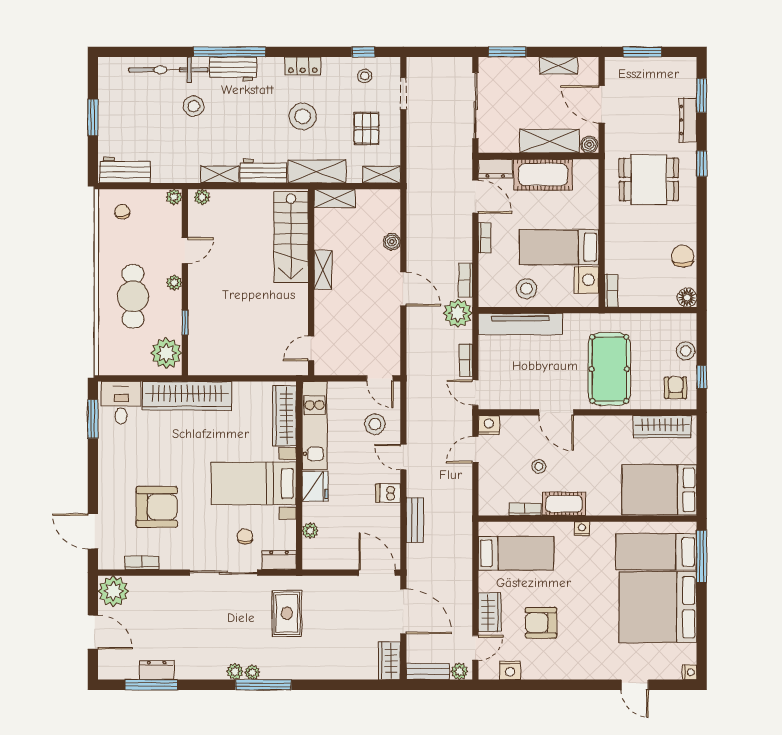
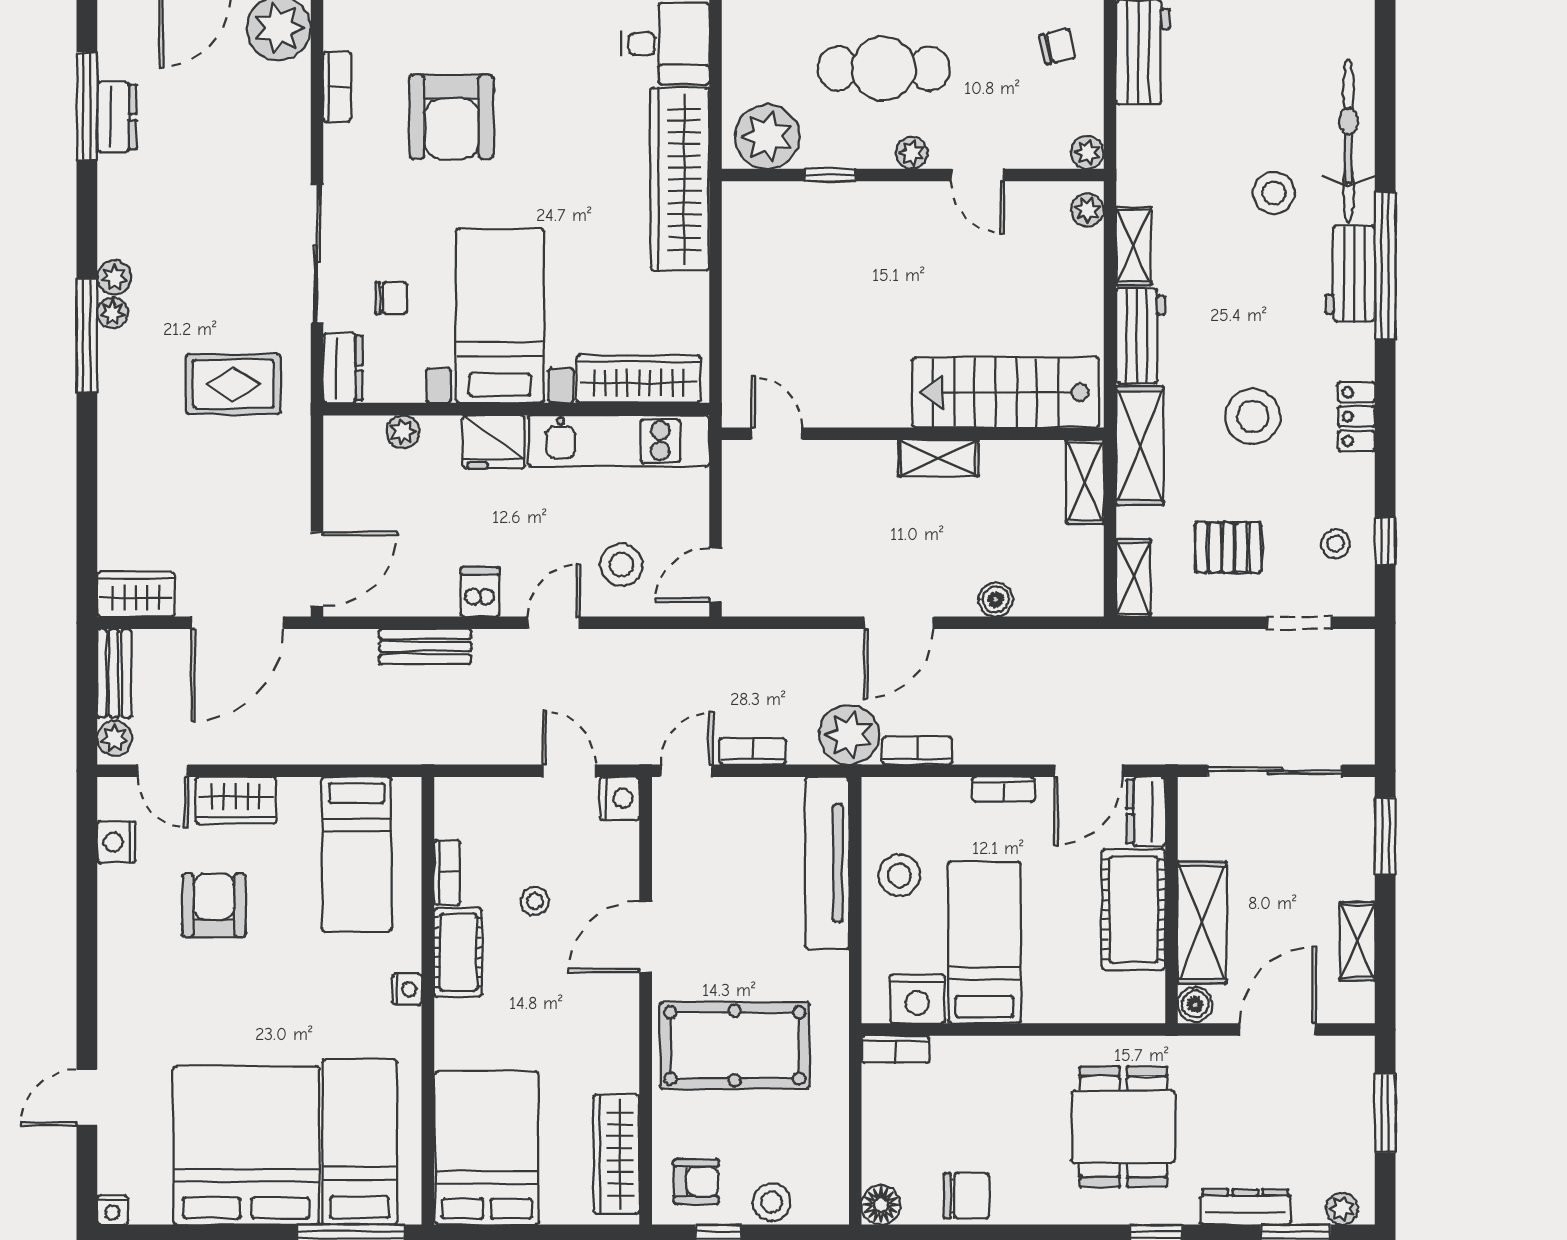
plant: (689, 73) -> (1342, 1209), added

